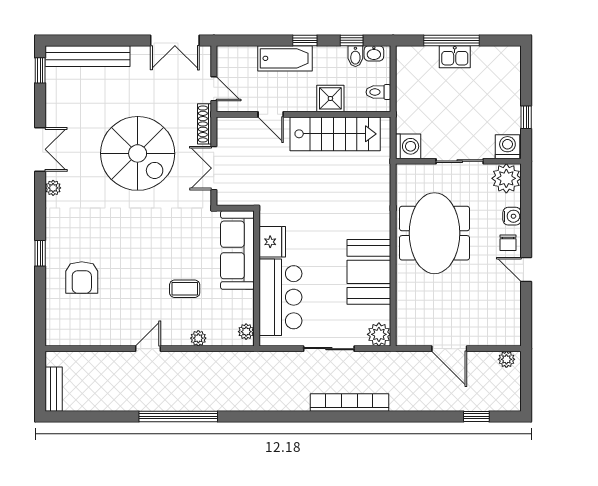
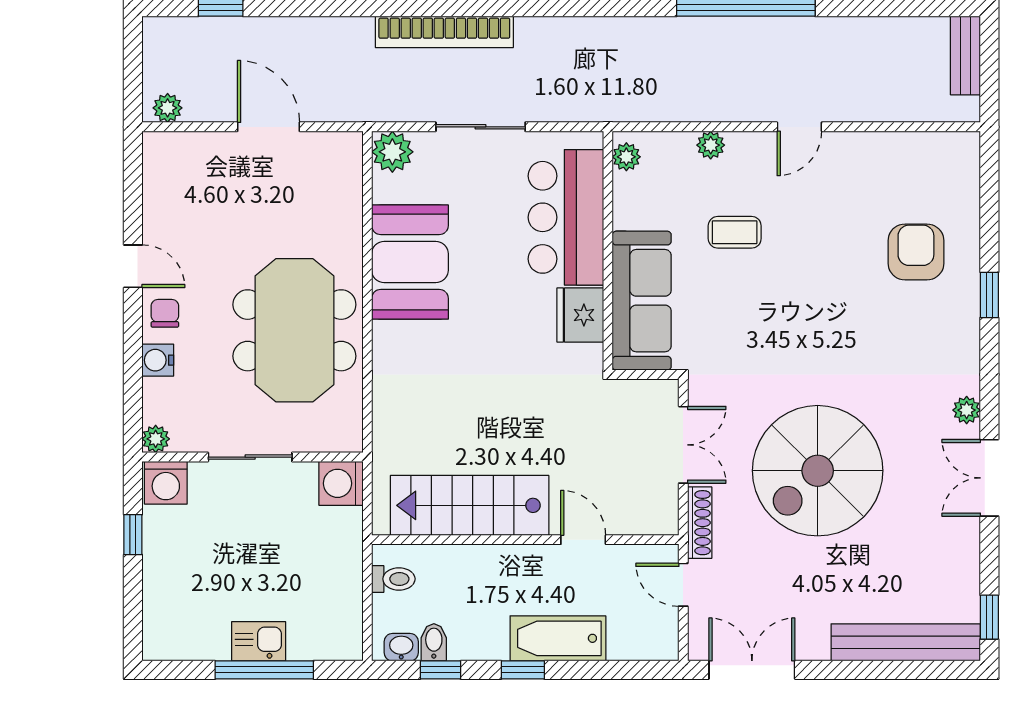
shower: (330, 98) -> (478, 568), removed
spiral stairs: (138, 153) -> (818, 471), turned -90
plant: (506, 178) -> (156, 439), width x0.53, depth x0.53

